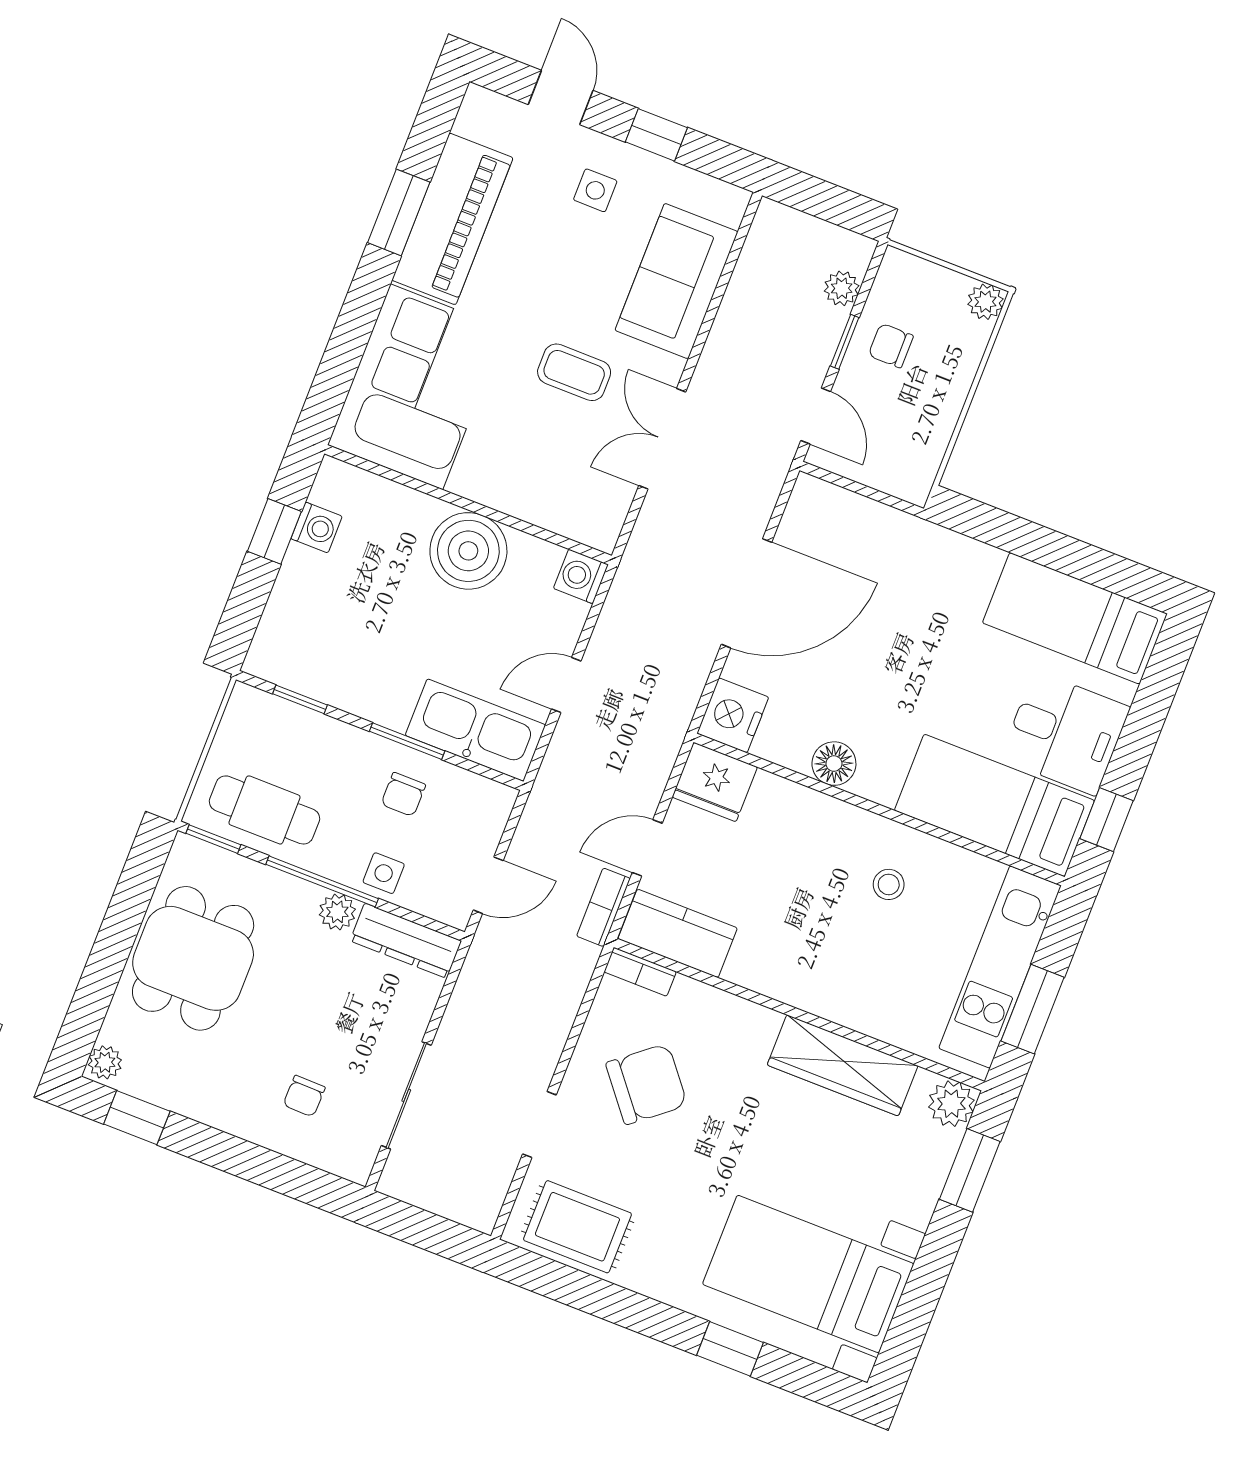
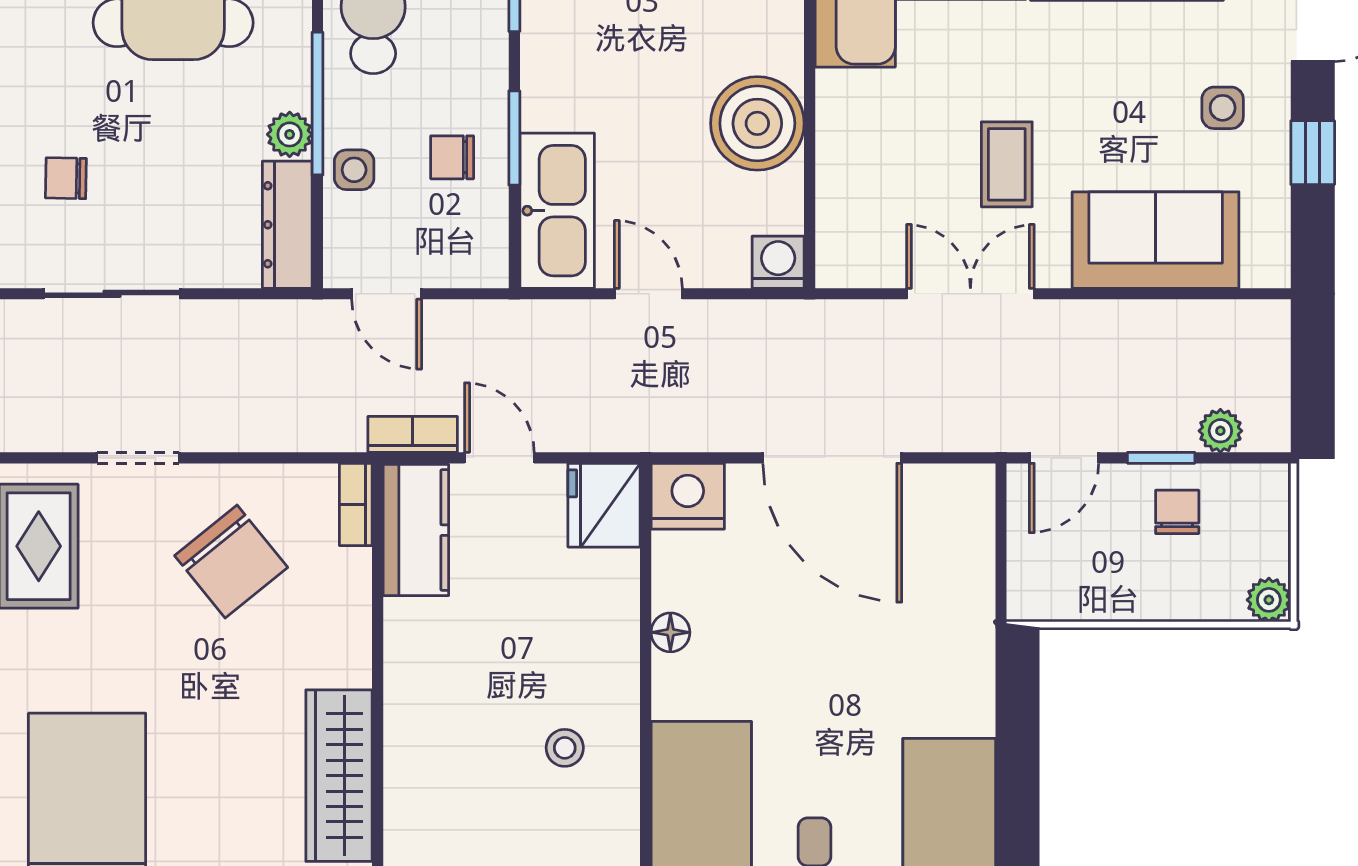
floor lamp: (834, 764) -> (670, 632), width x0.73, depth x0.73

